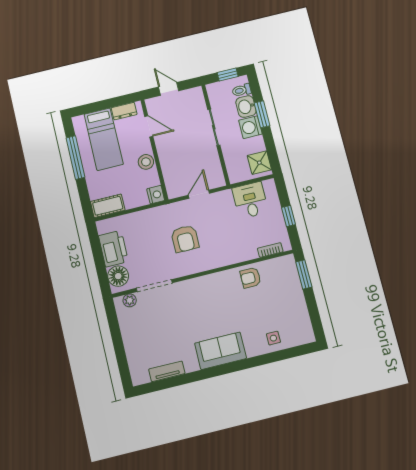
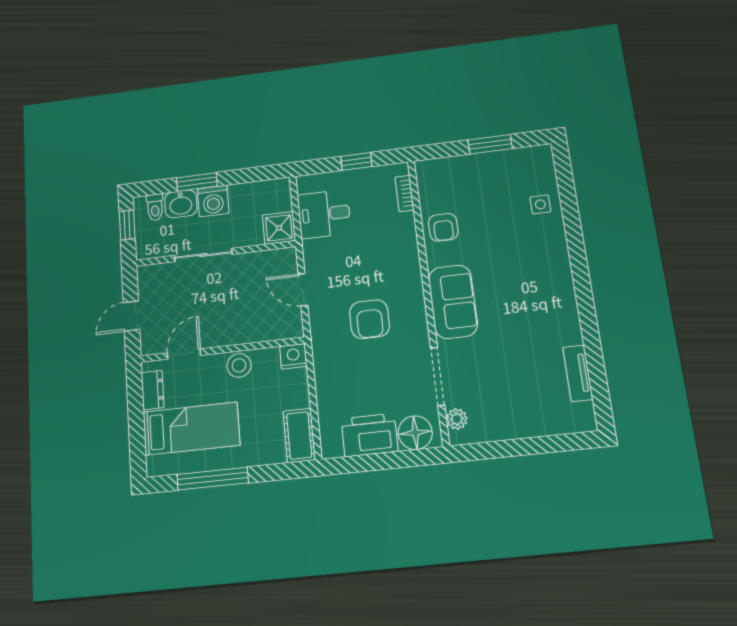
shower: (259, 163) -> (279, 228), moved
armchair: (185, 239) -> (369, 319), turned 90
window: (304, 274) -> (490, 144), moved
sofa: (220, 351) -> (453, 302), moved, turned 180

